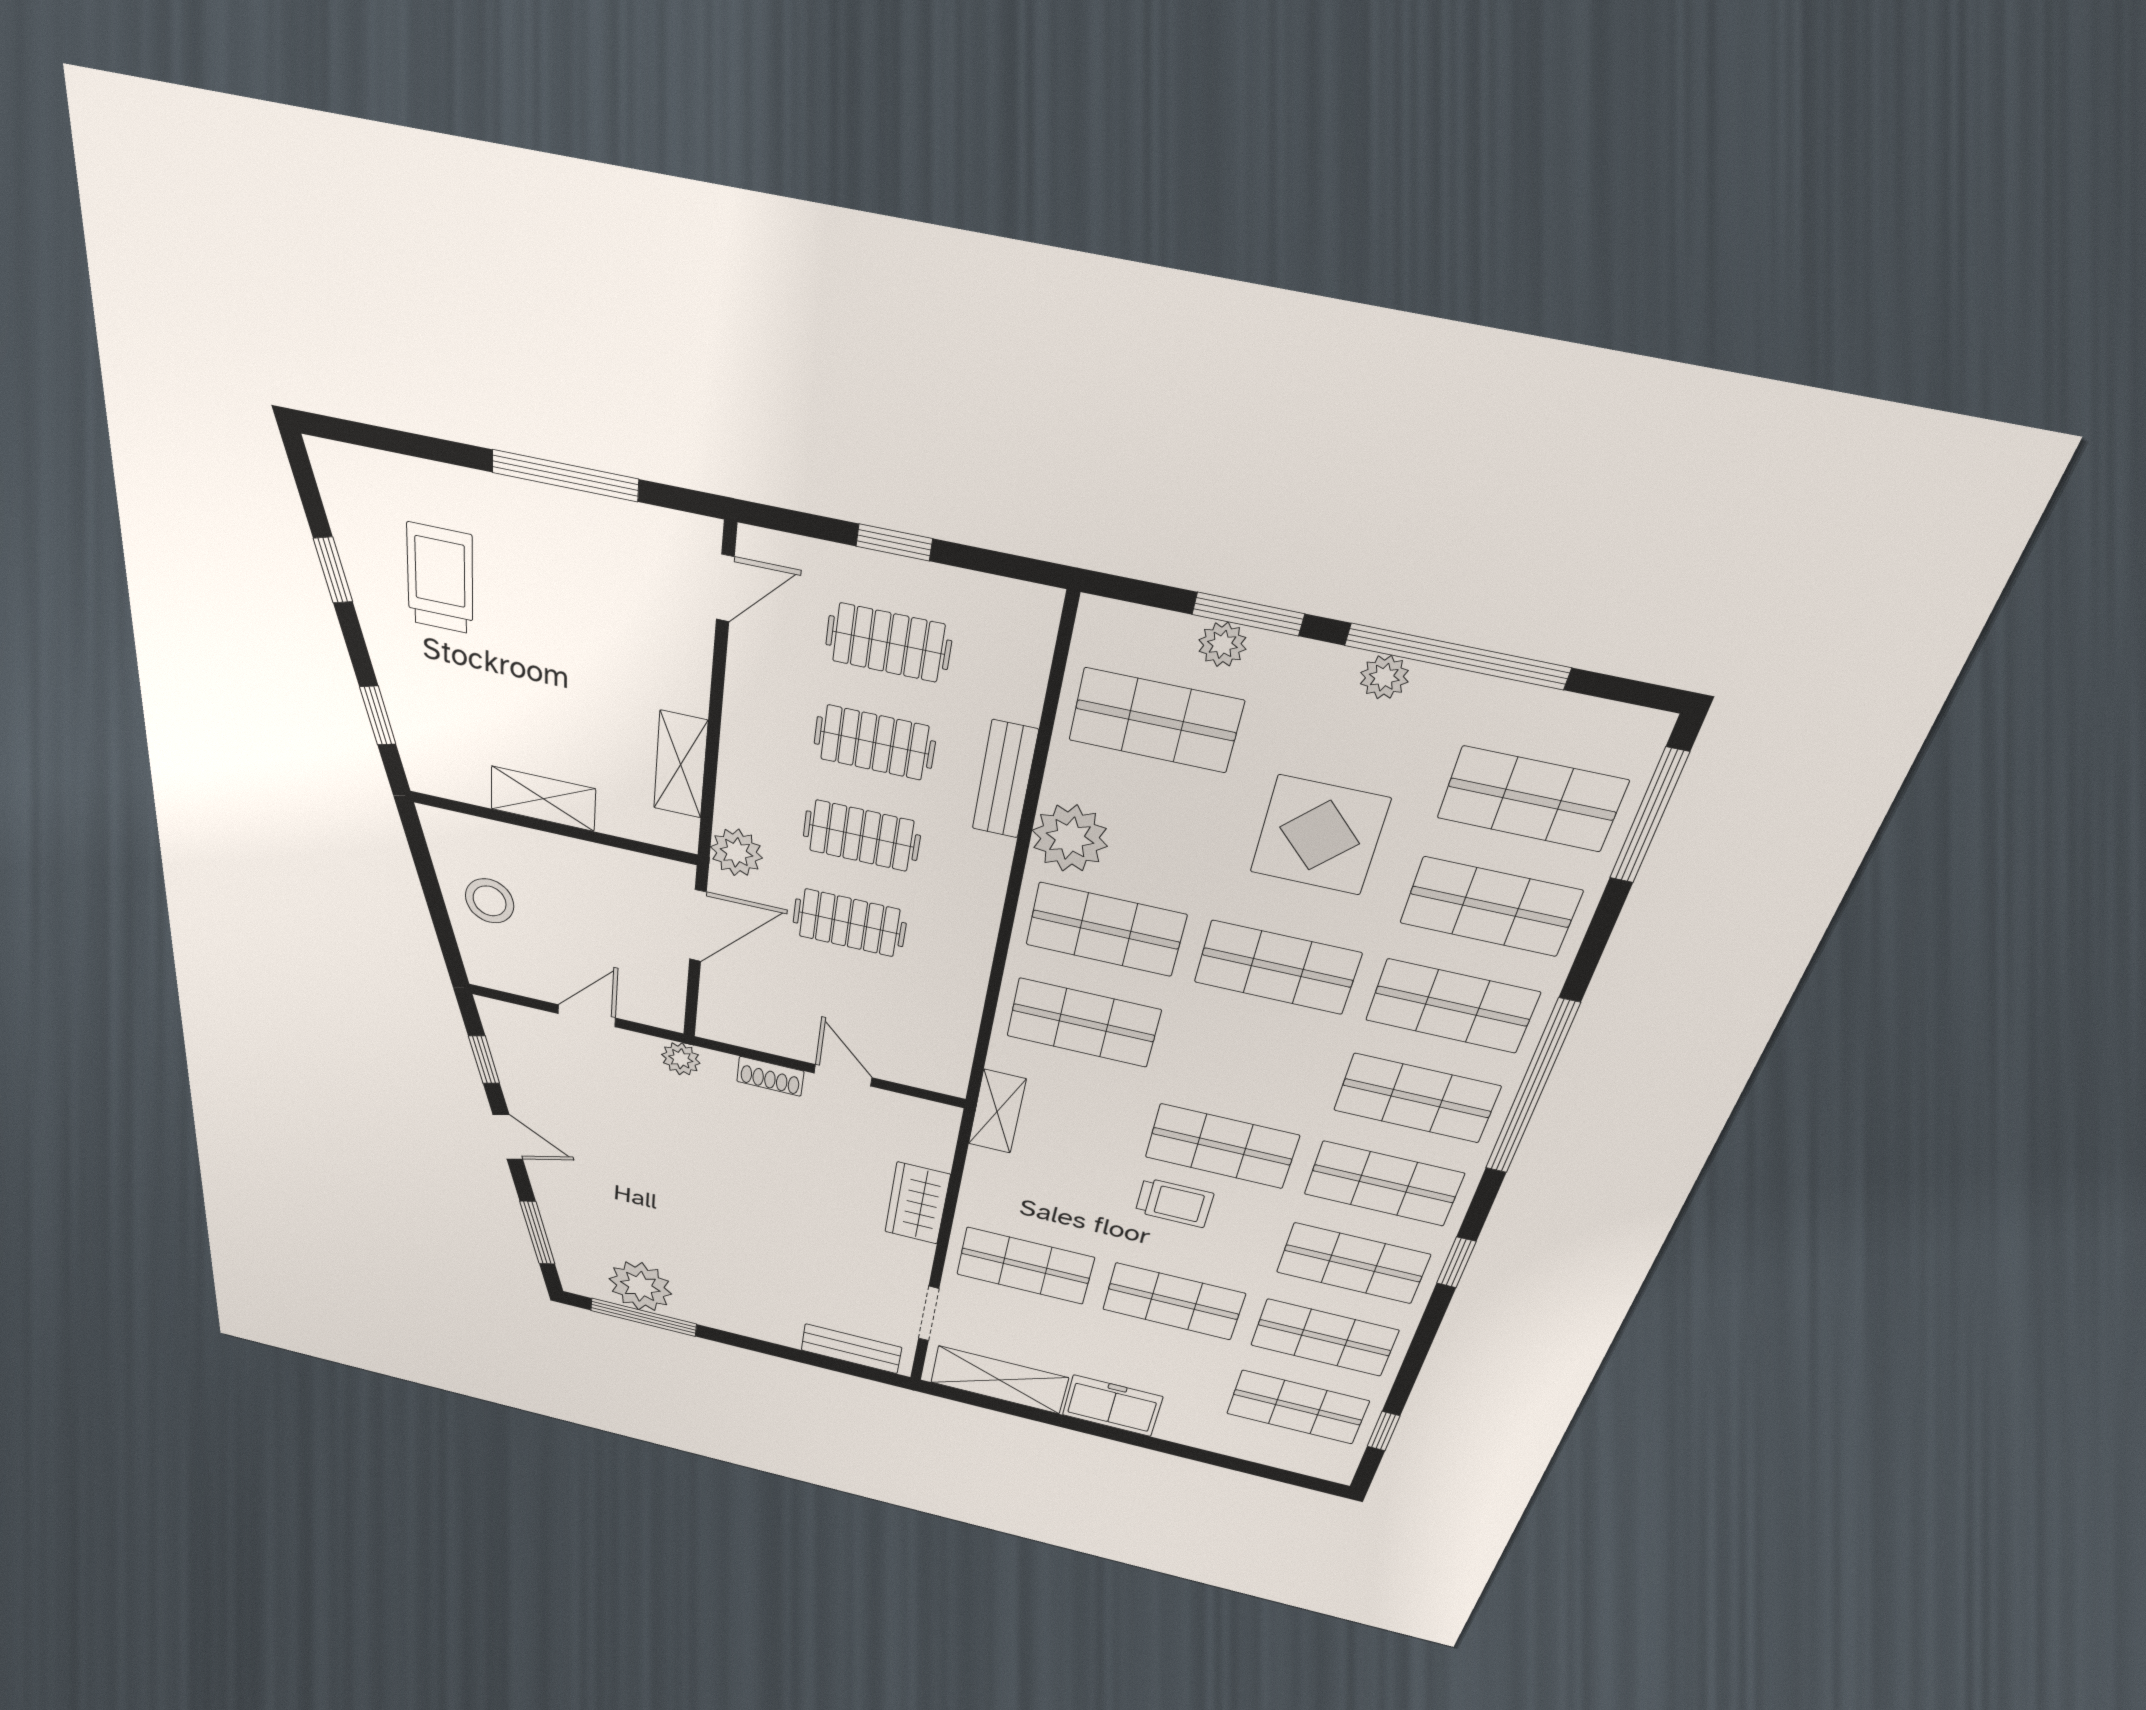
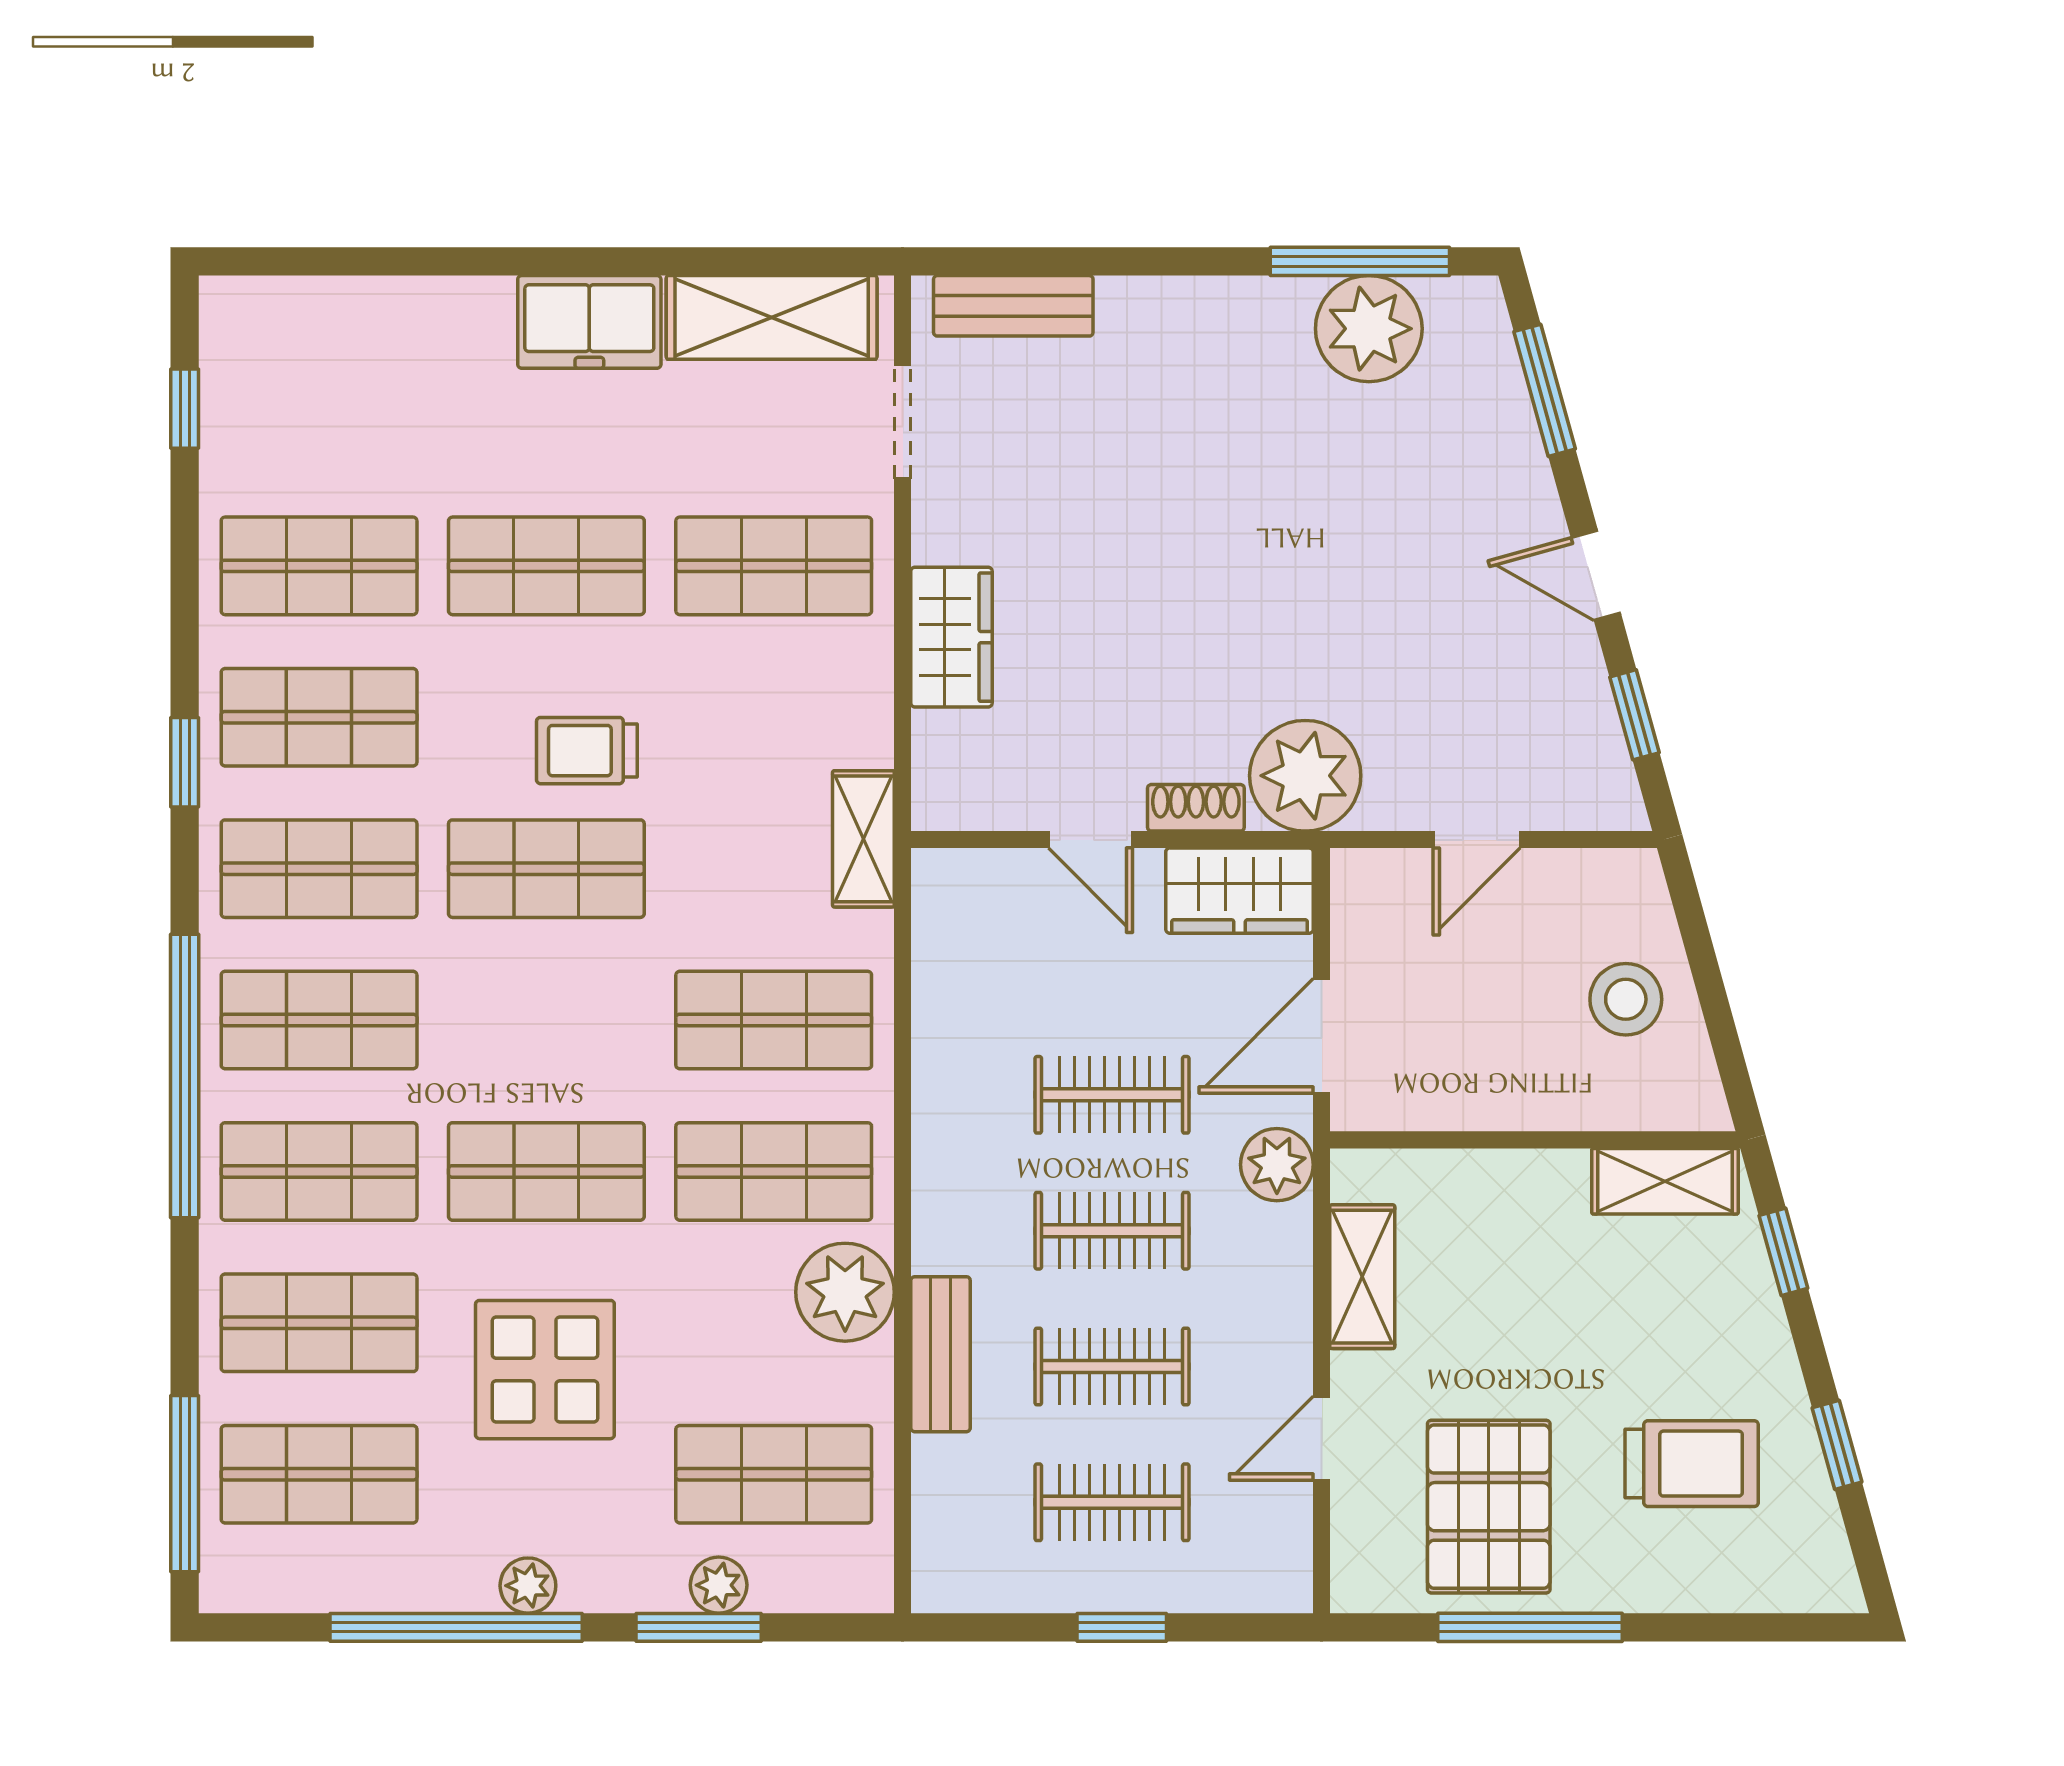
pallet: (594, 578) -> (1489, 1507), added
trolley: (440, 579) -> (1692, 1464), turned -90
door: (725, 588) -> (1322, 1438), moved
shelving: (543, 799) -> (1665, 1181), moved
wardrobe: (746, 1024) -> (1240, 891), added
plant: (681, 1059) -> (1305, 776), width x1.88, depth x1.88
shop shelf: (1297, 1407) -> (319, 414), removed

